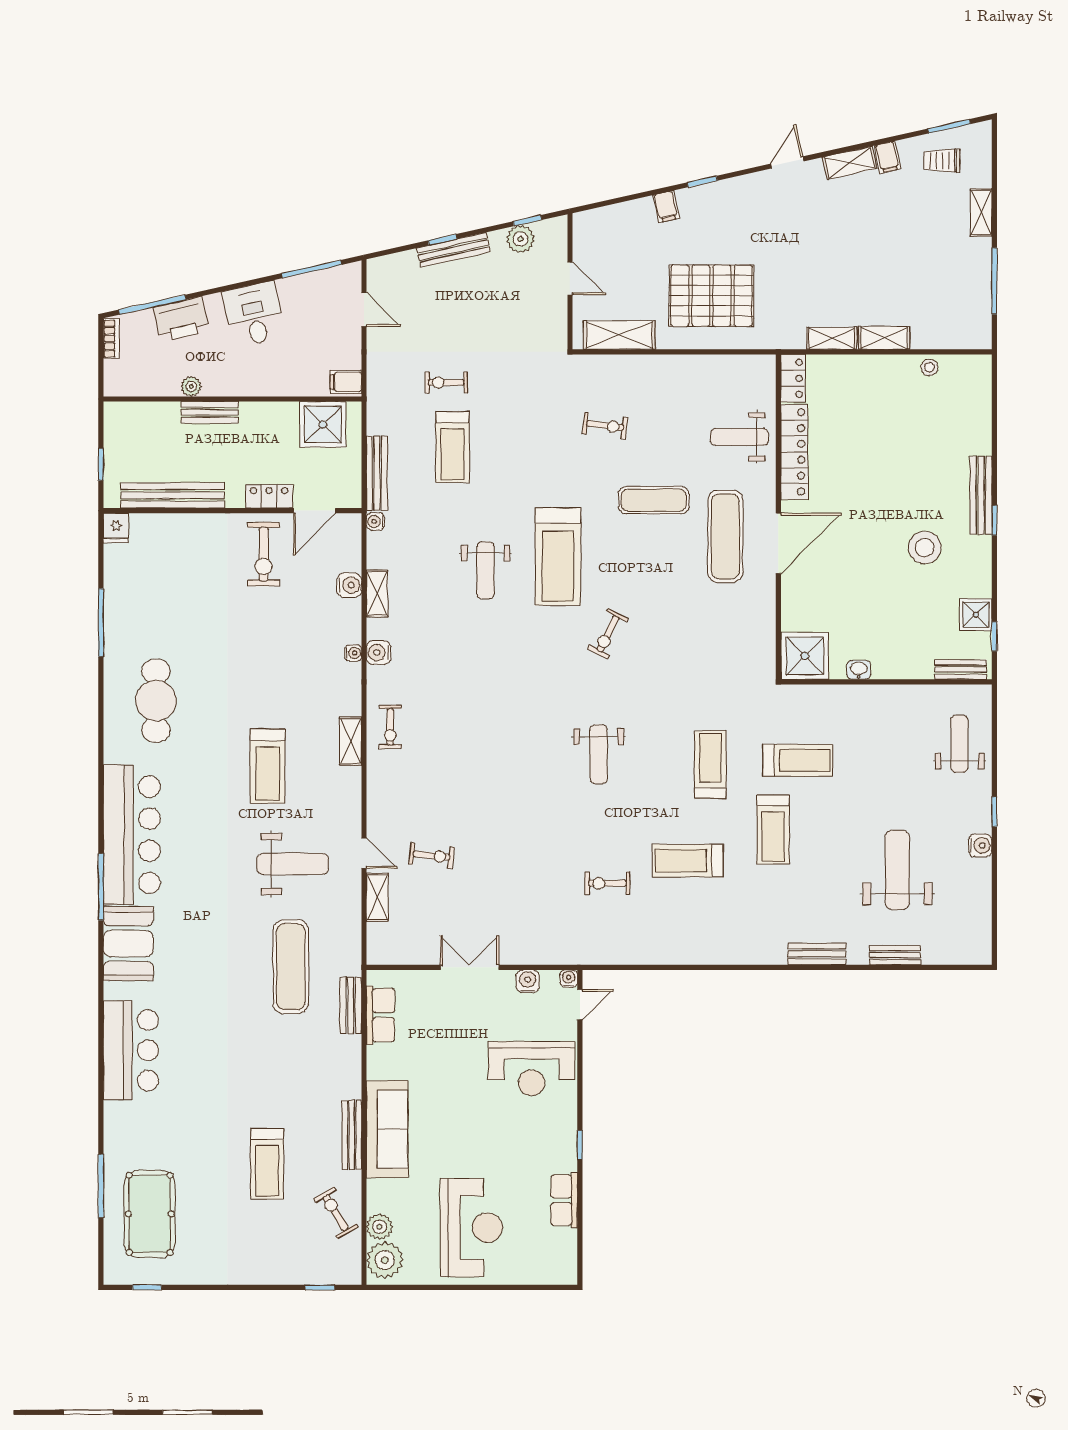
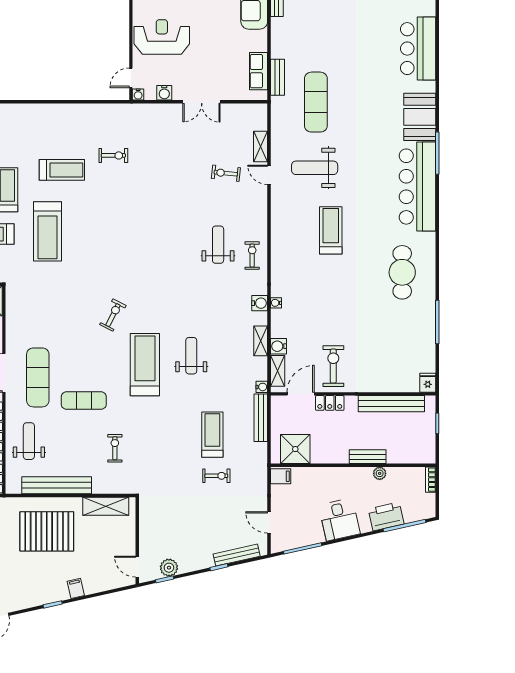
bench: (454, 250) -> (237, 555), moved
door: (570, 278) -> (137, 567), moved
bookcase: (111, 339) -> (431, 480), moved
bench: (696, 368) -> (57, 485), added
exercise bike: (605, 426) -> (115, 448), turned 83
weight bench: (739, 437) -> (29, 441), turned -90
shelving: (351, 741) -> (278, 371), moved
weight bench: (599, 754) -> (218, 245), moved
treadmill: (710, 765) -> (47, 231), width x1.37, depth x1.38

